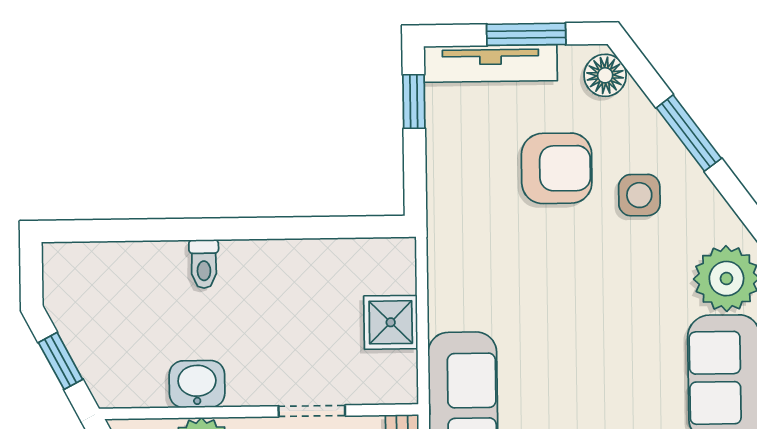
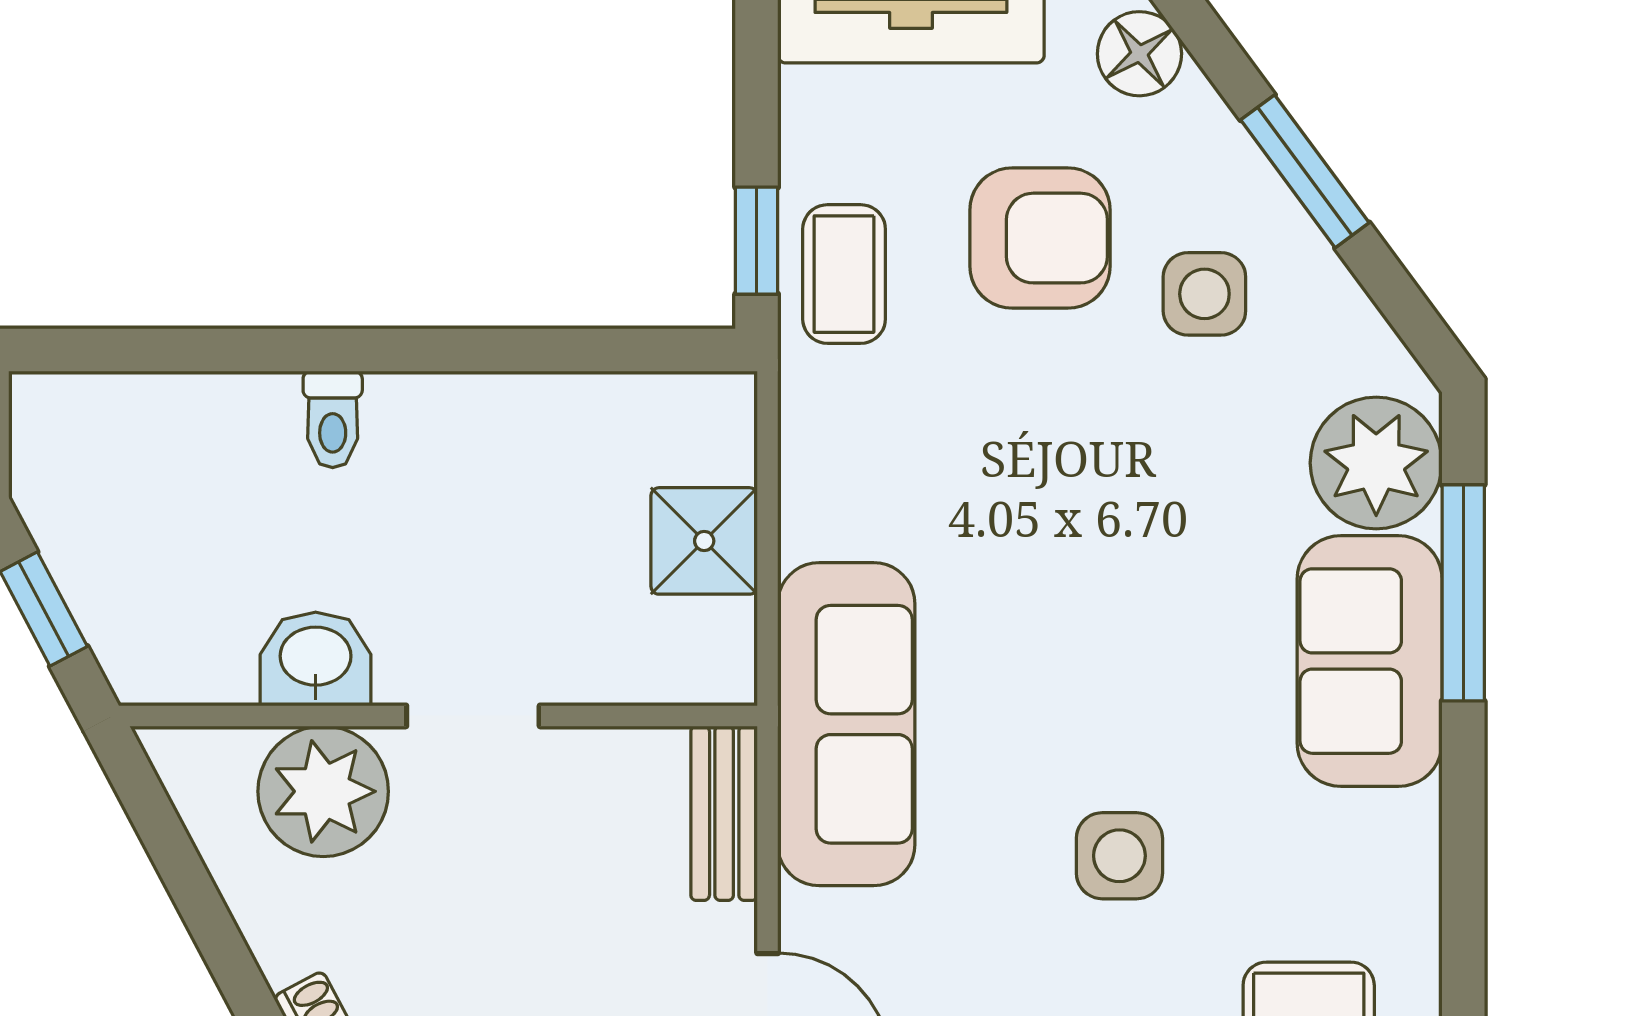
window: (414, 102) -> (757, 241), moved
coffee table: (459, 188) -> (844, 274), added
doorway: (312, 411) -> (473, 716), moved

